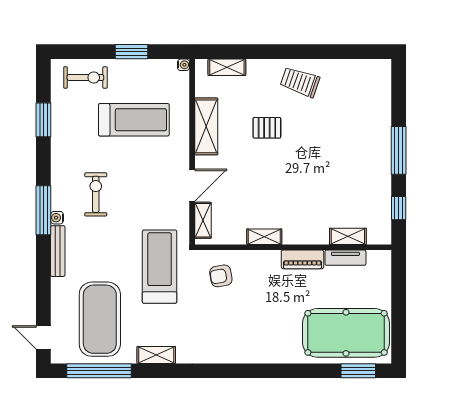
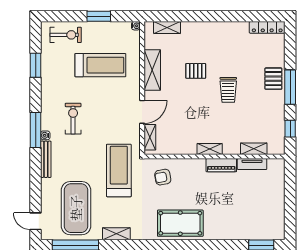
locker: (367, 67) -> (267, 27), added
trolley: (300, 82) -> (228, 90), moved, turned -109
pallet: (375, 138) -> (273, 79), added
shelving: (264, 237) -> (210, 149), moved
pool table: (346, 333) -> (180, 223), moved, width x0.73, depth x0.76

